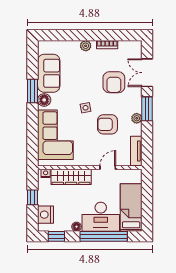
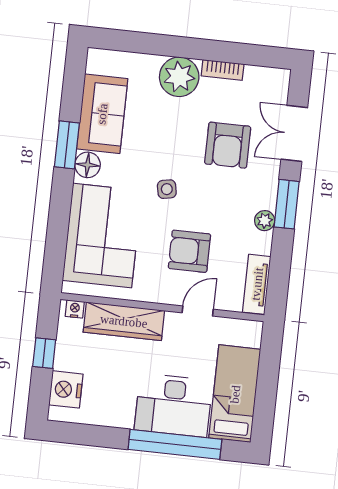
plant: (86, 46) -> (179, 77), width x1.88, depth x1.88
armchair: (107, 124) -> (189, 251), moved
floor lamp: (76, 227) -> (124, 420), removed
window: (56, 236) -> (82, 434), removed

